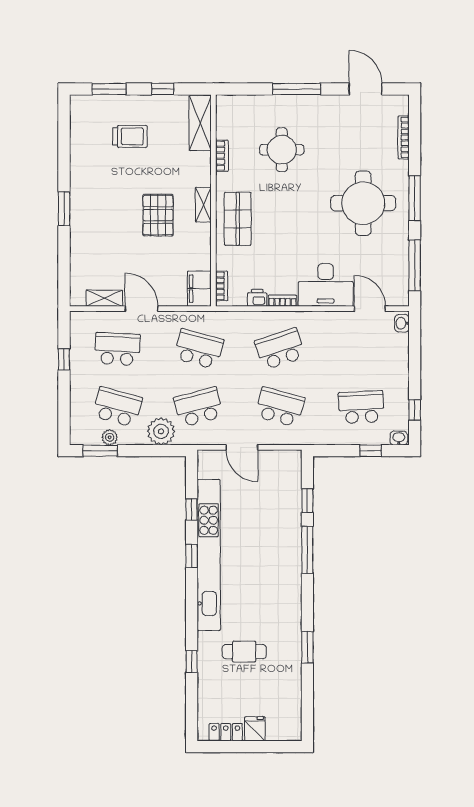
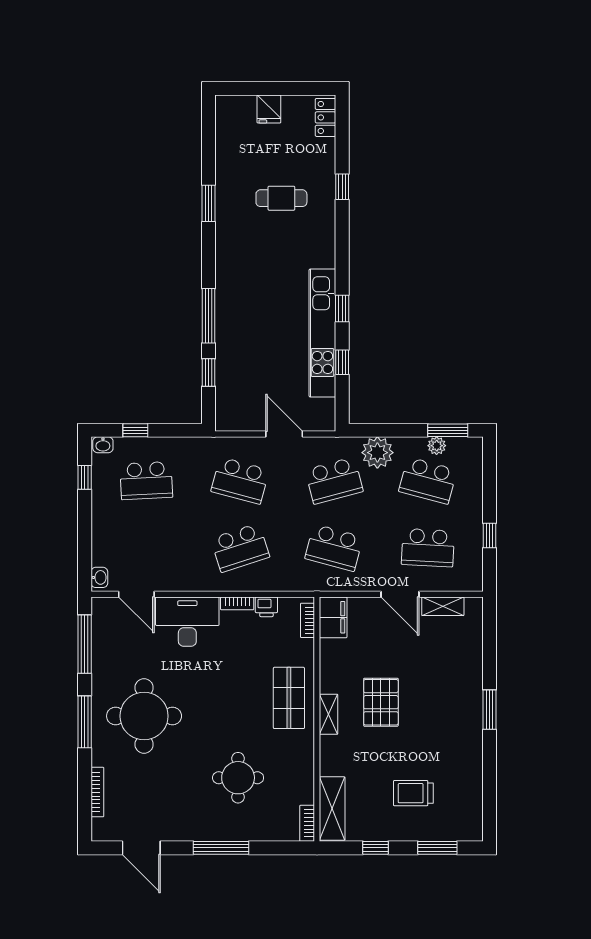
bookcase: (222, 156) -> (307, 823), moved
kitchen unit: (209, 555) -> (322, 333), width x0.73
locker: (226, 732) -> (326, 117), moved, turned 90

